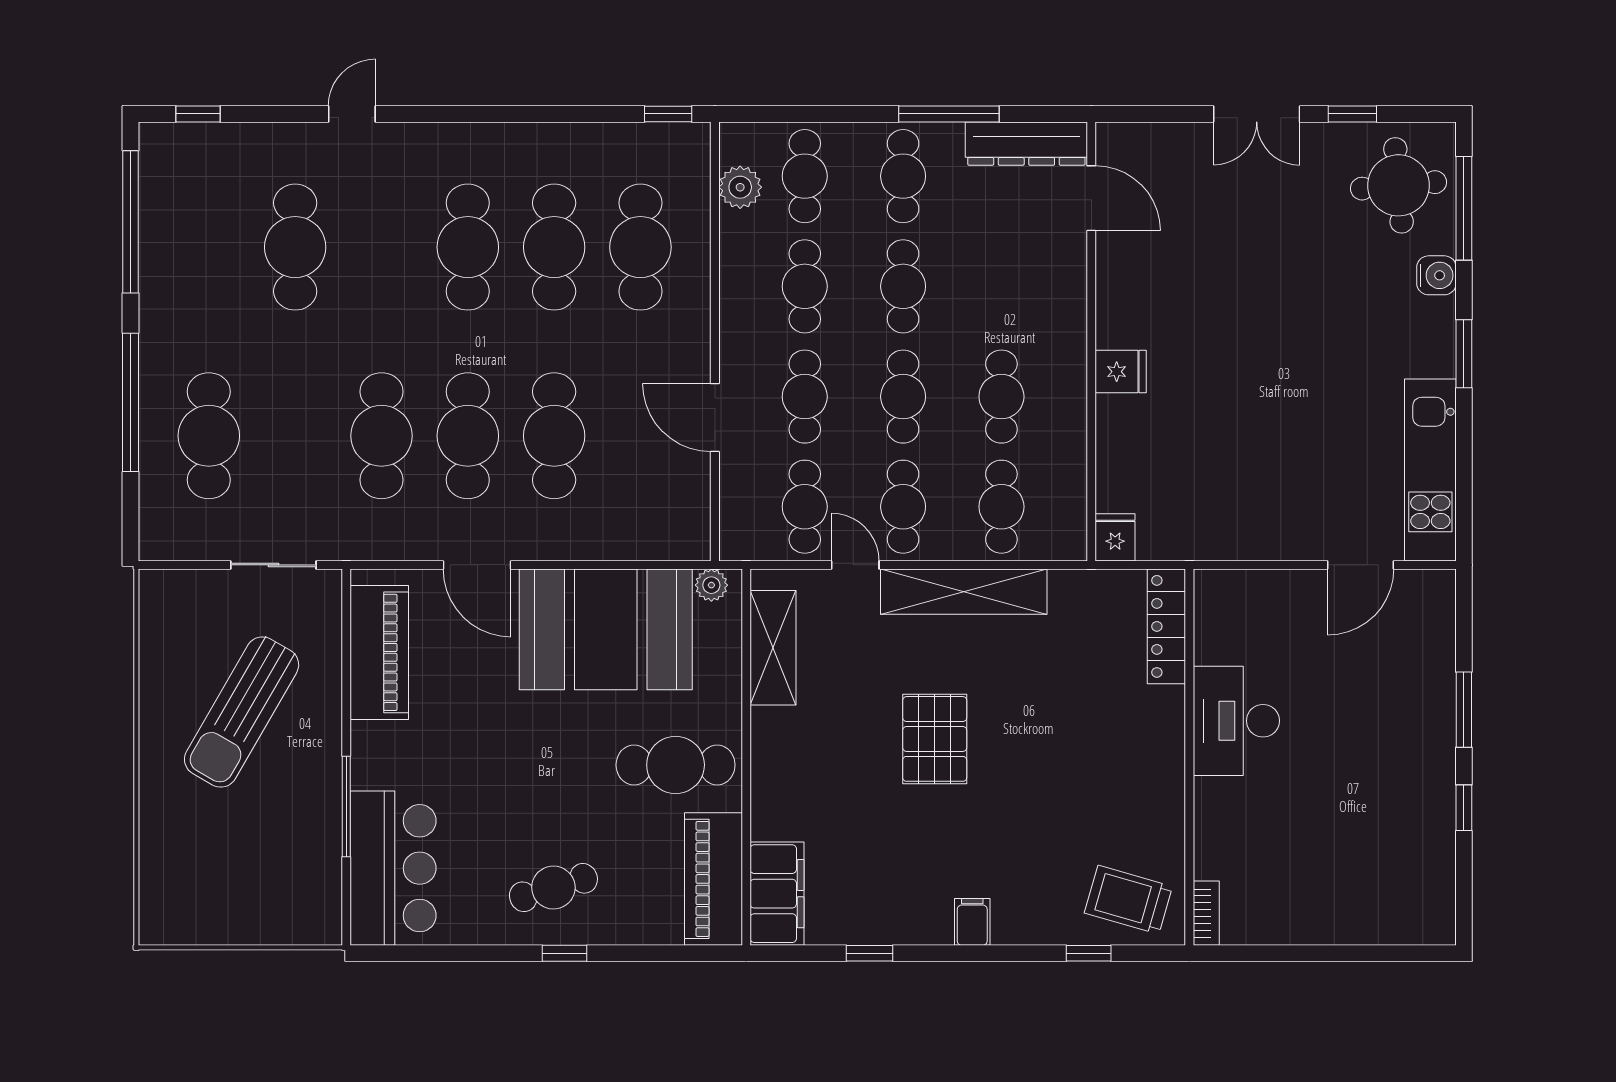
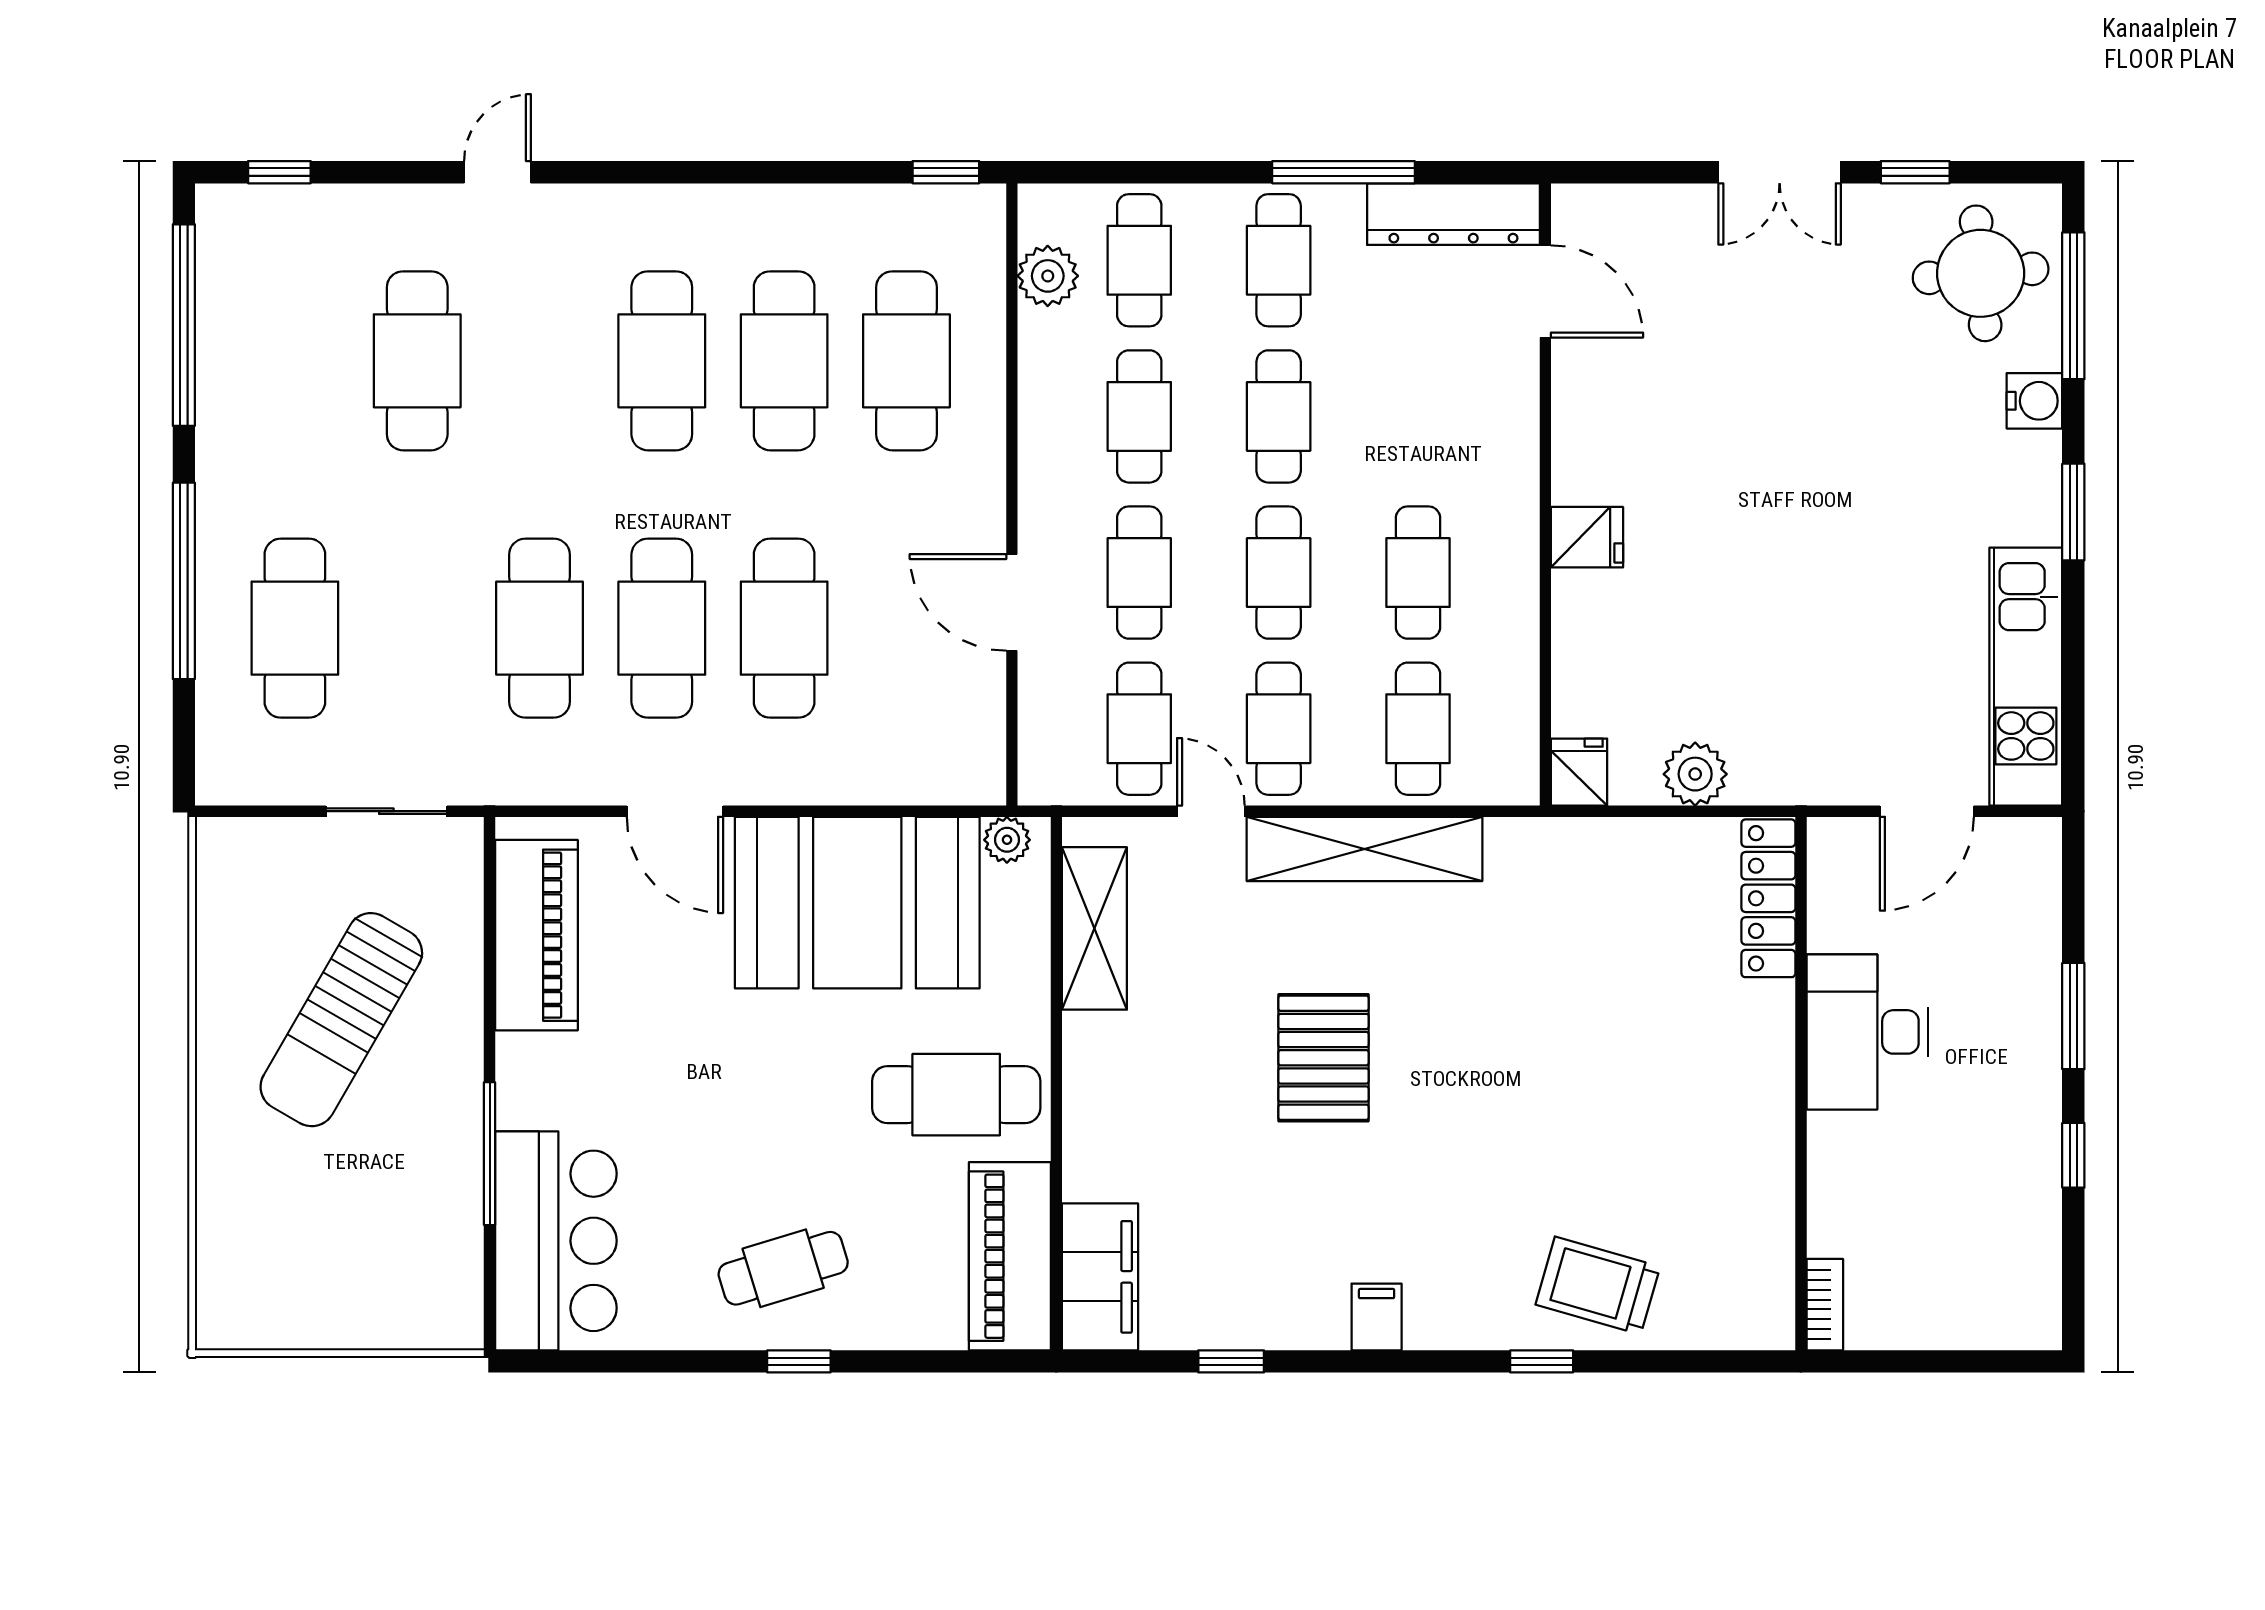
plant: (1197, 539) -> (1695, 774), added
locker: (1166, 626) -> (1768, 898), moved
desk: (1236, 721) -> (1867, 1032), moved
wall: (1189, 757) -> (1801, 1084), moved
bookcase: (1206, 913) -> (1825, 1305), moved

